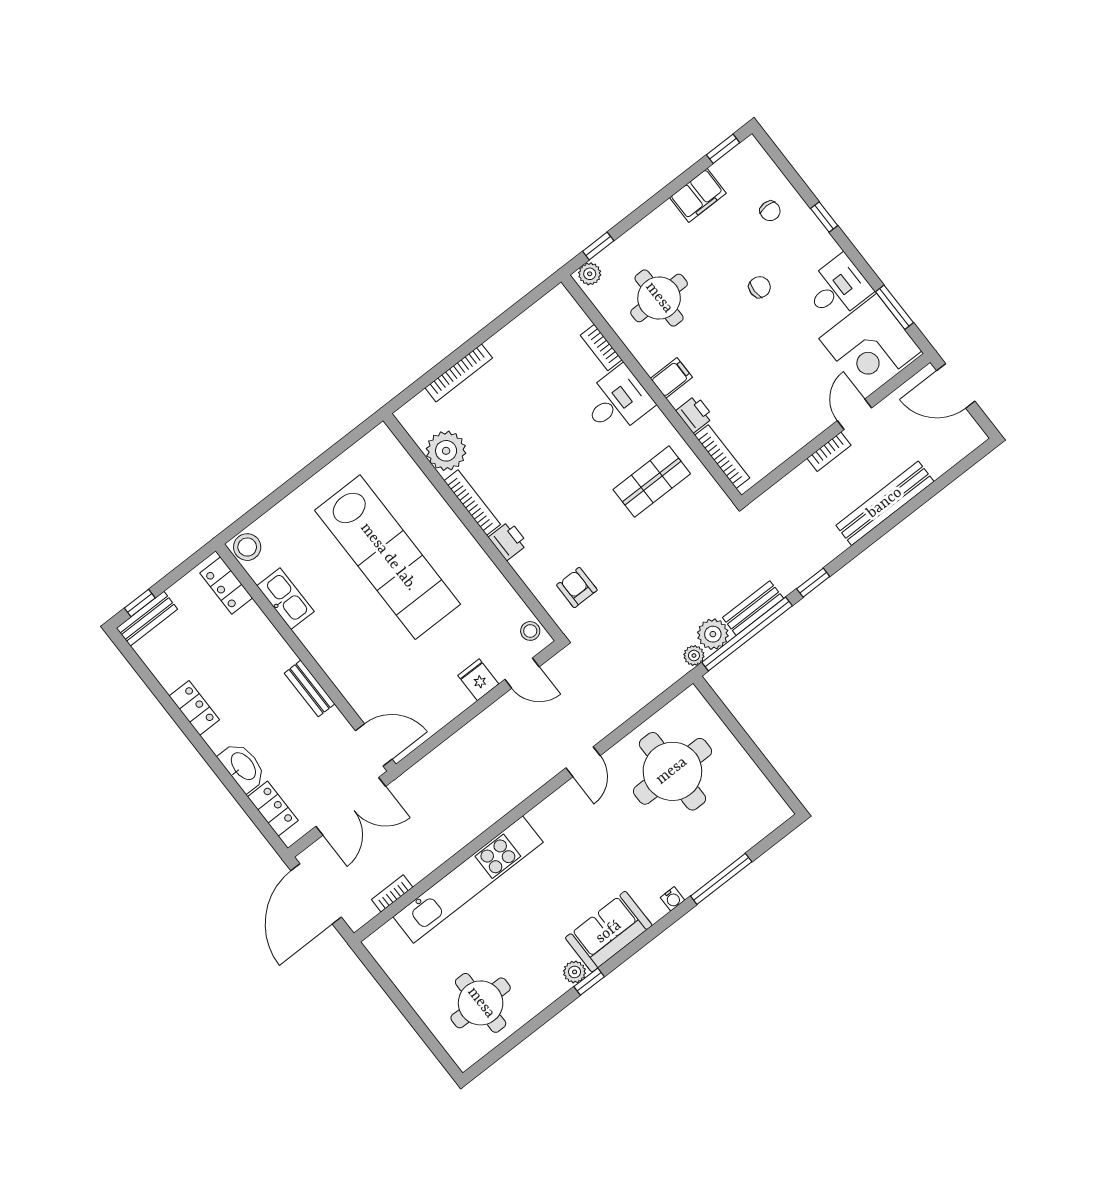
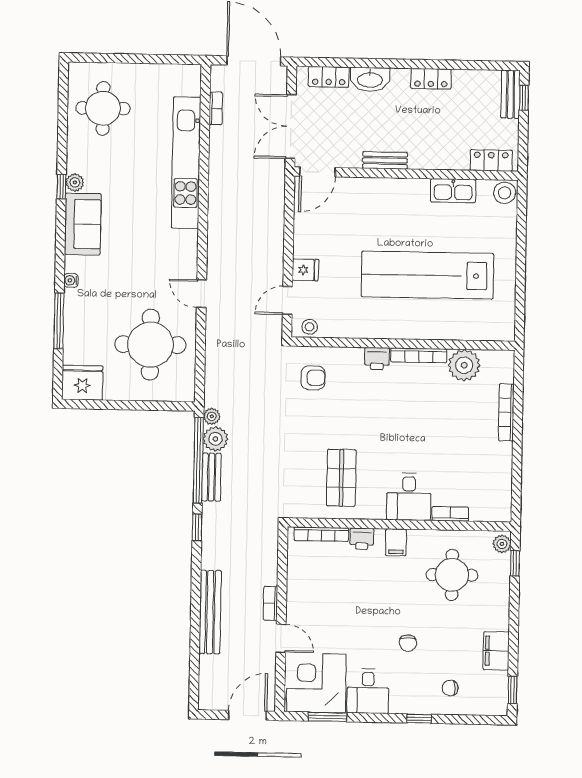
fridge: (763, 807) -> (82, 383), added

